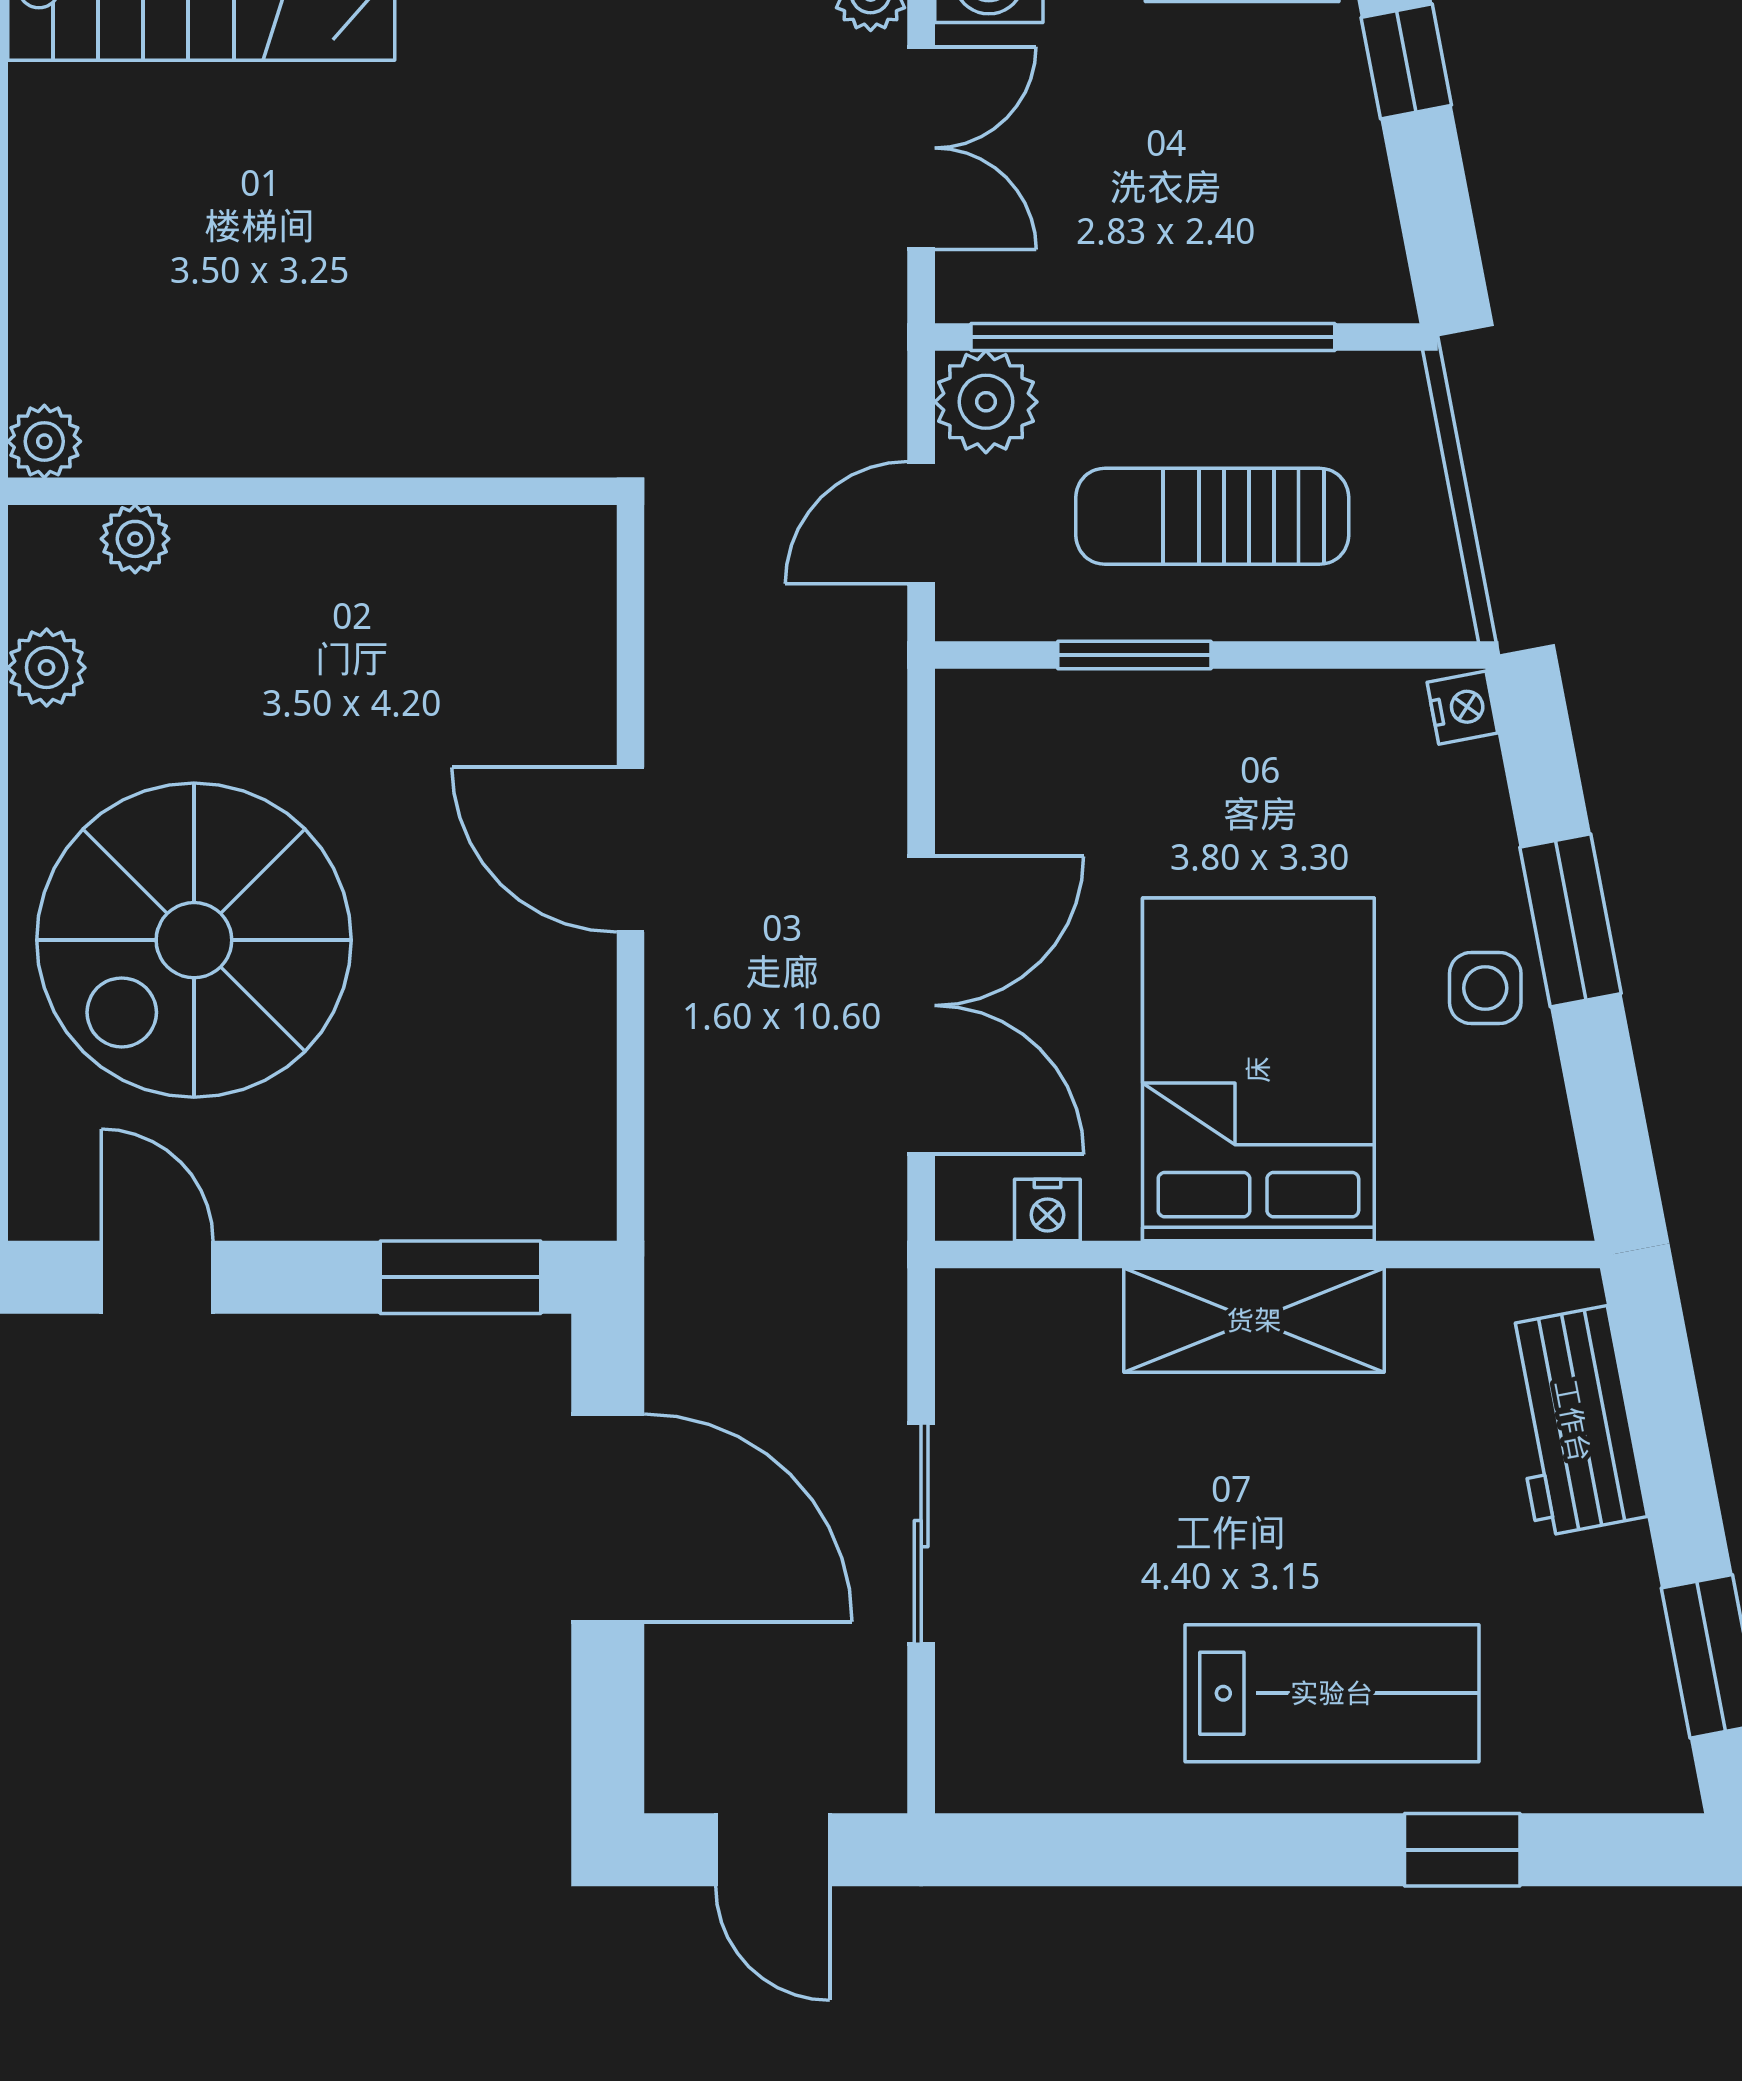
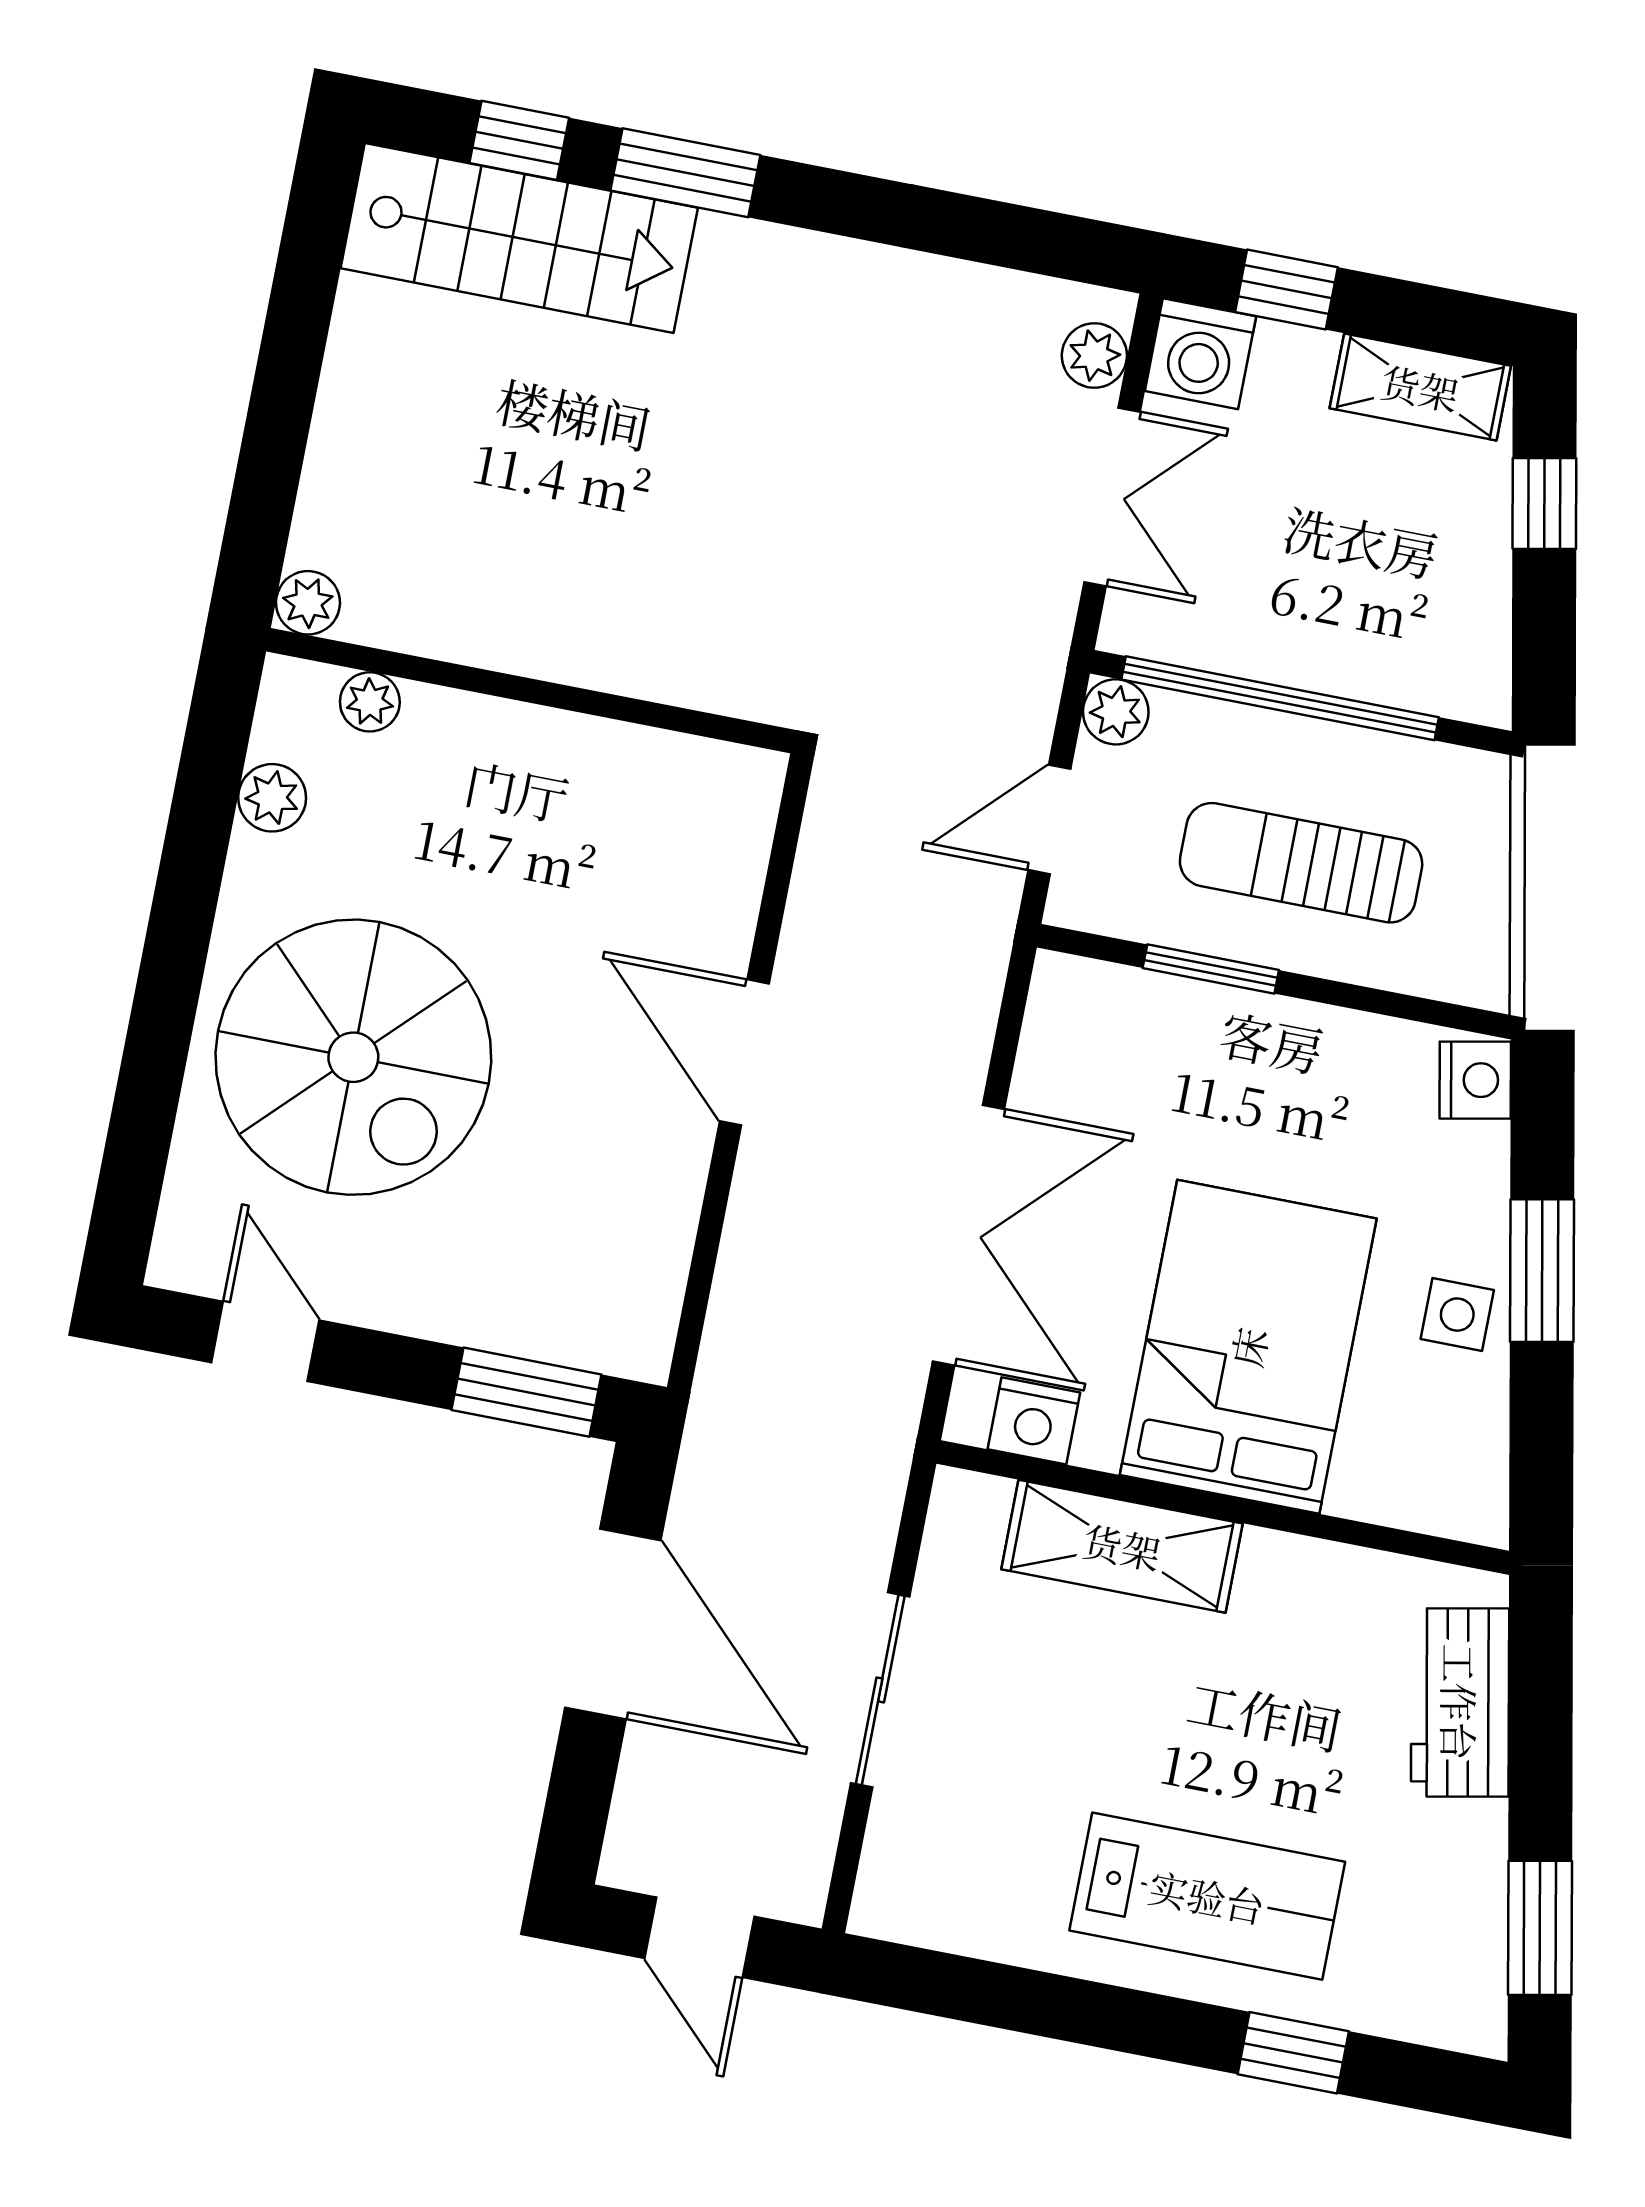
plant: (986, 402) -> (1116, 712), width x0.73, depth x0.73
nightstand: (1462, 708) -> (1475, 1080), width x1.39, depth x1.35
spiral stairs: (194, 940) -> (353, 1057), turned -90
nightstand: (1047, 1210) -> (1034, 1421), width x1.39, depth x1.35
shelving: (1254, 1320) -> (1122, 1546), moved

